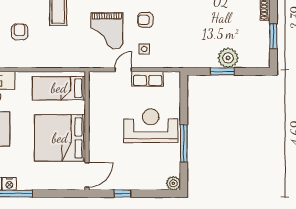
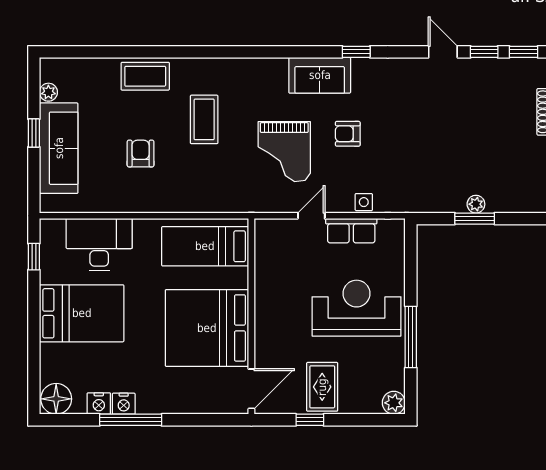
side table: (144, 49) -> (364, 202), moved
plant: (228, 58) -> (476, 204), width x0.53, depth x0.53
rug: (130, 174) -> (322, 387), added

